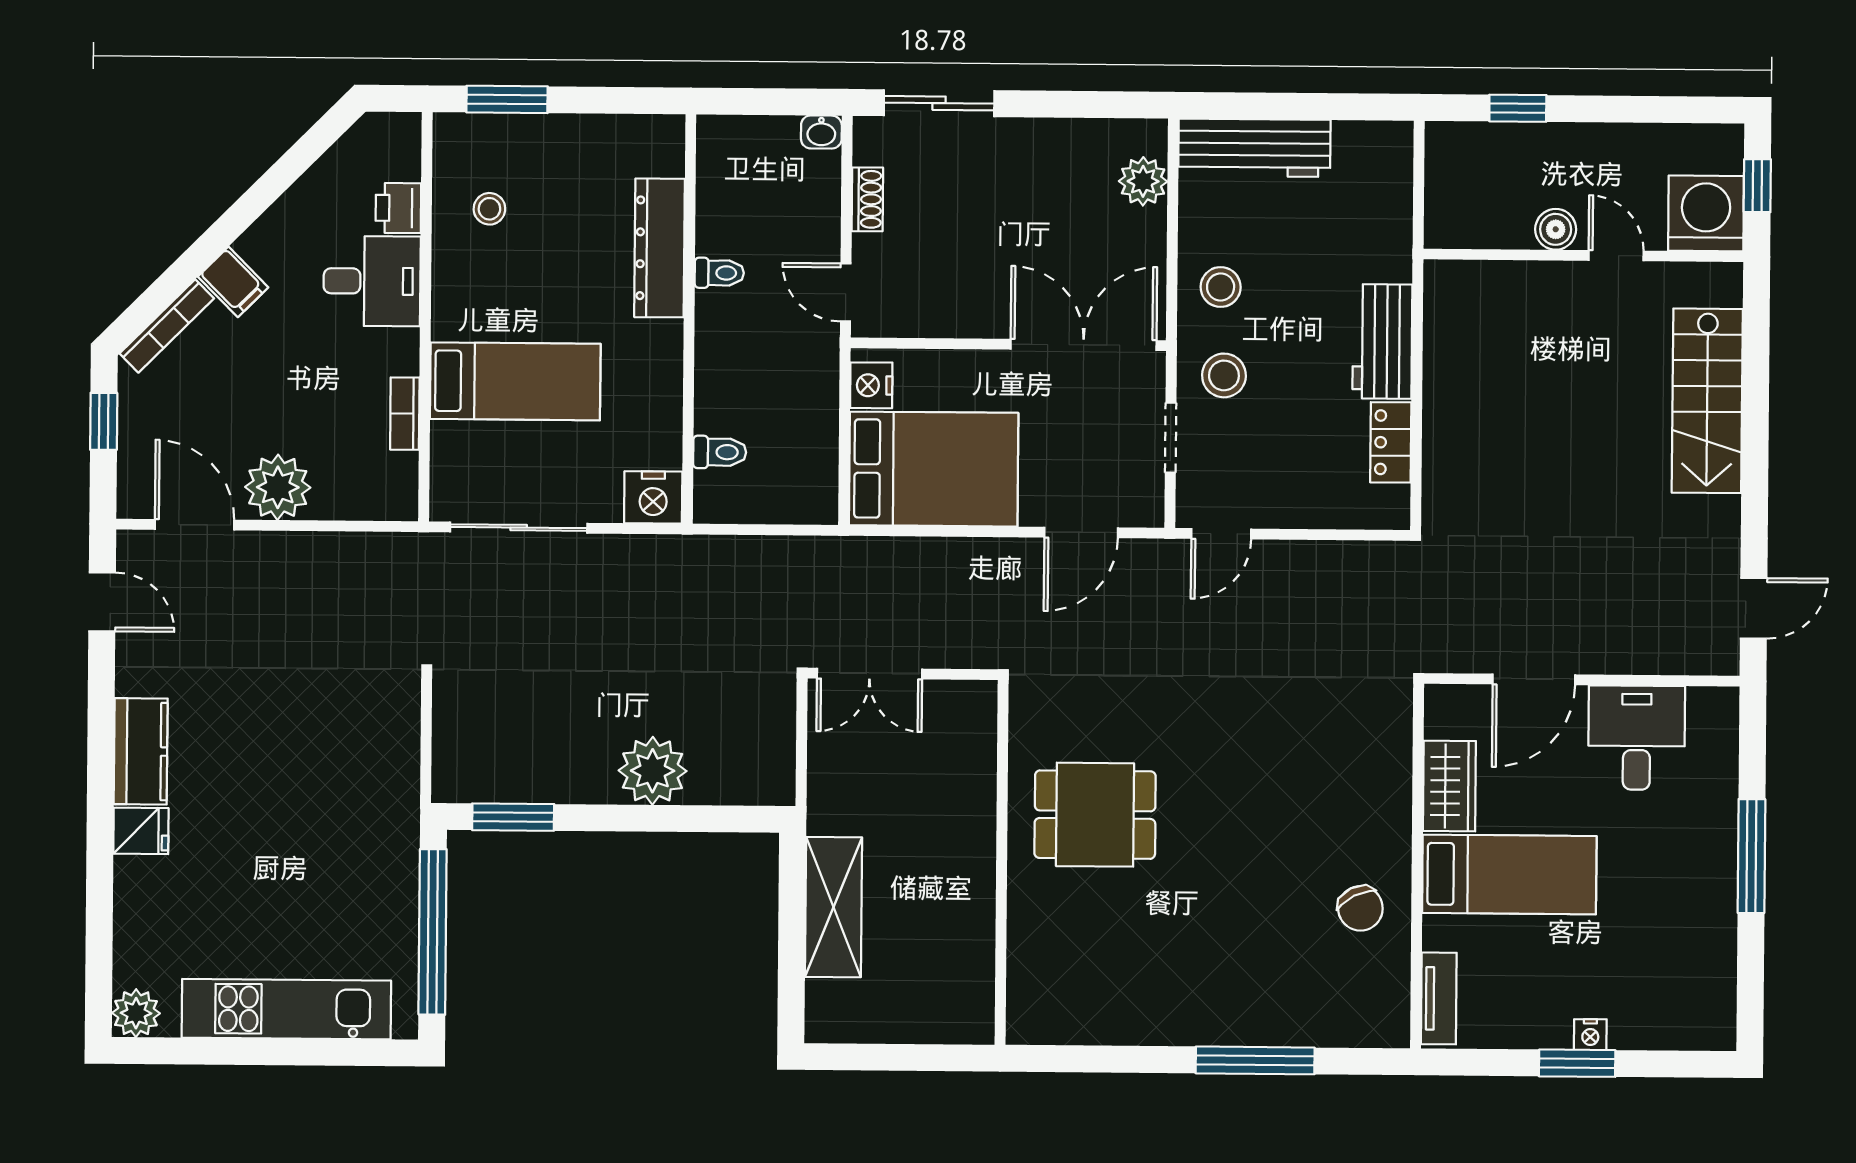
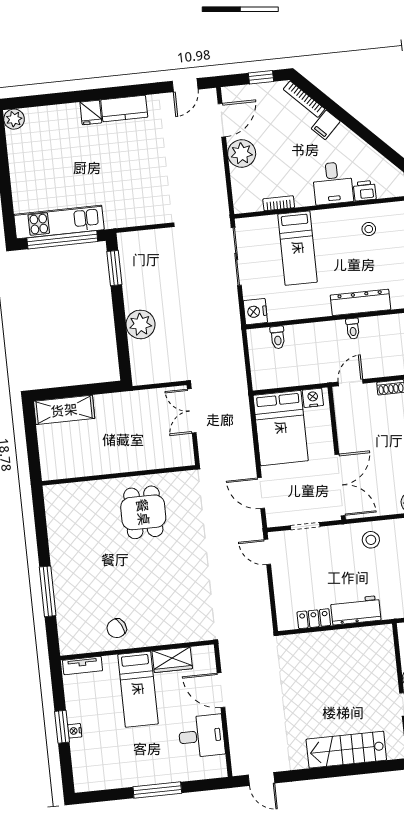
stool: (1224, 375) -> (334, 545), removed
shelving: (833, 907) -> (64, 410), moved
kitchen unit: (286, 1009) -> (59, 222), moved, turned -90

